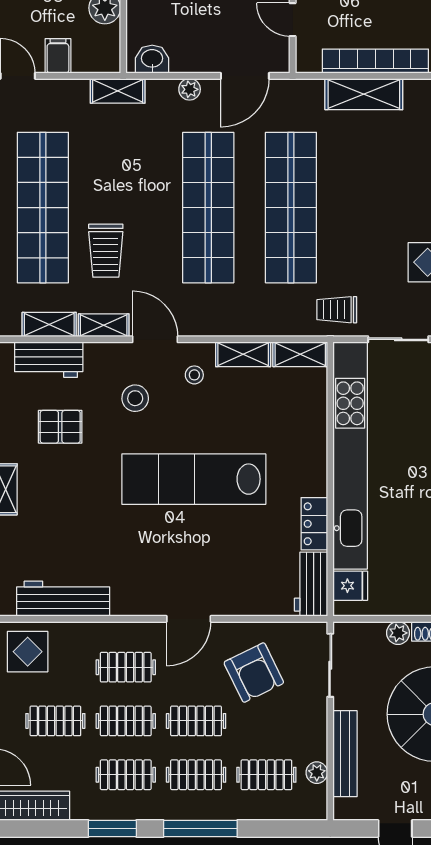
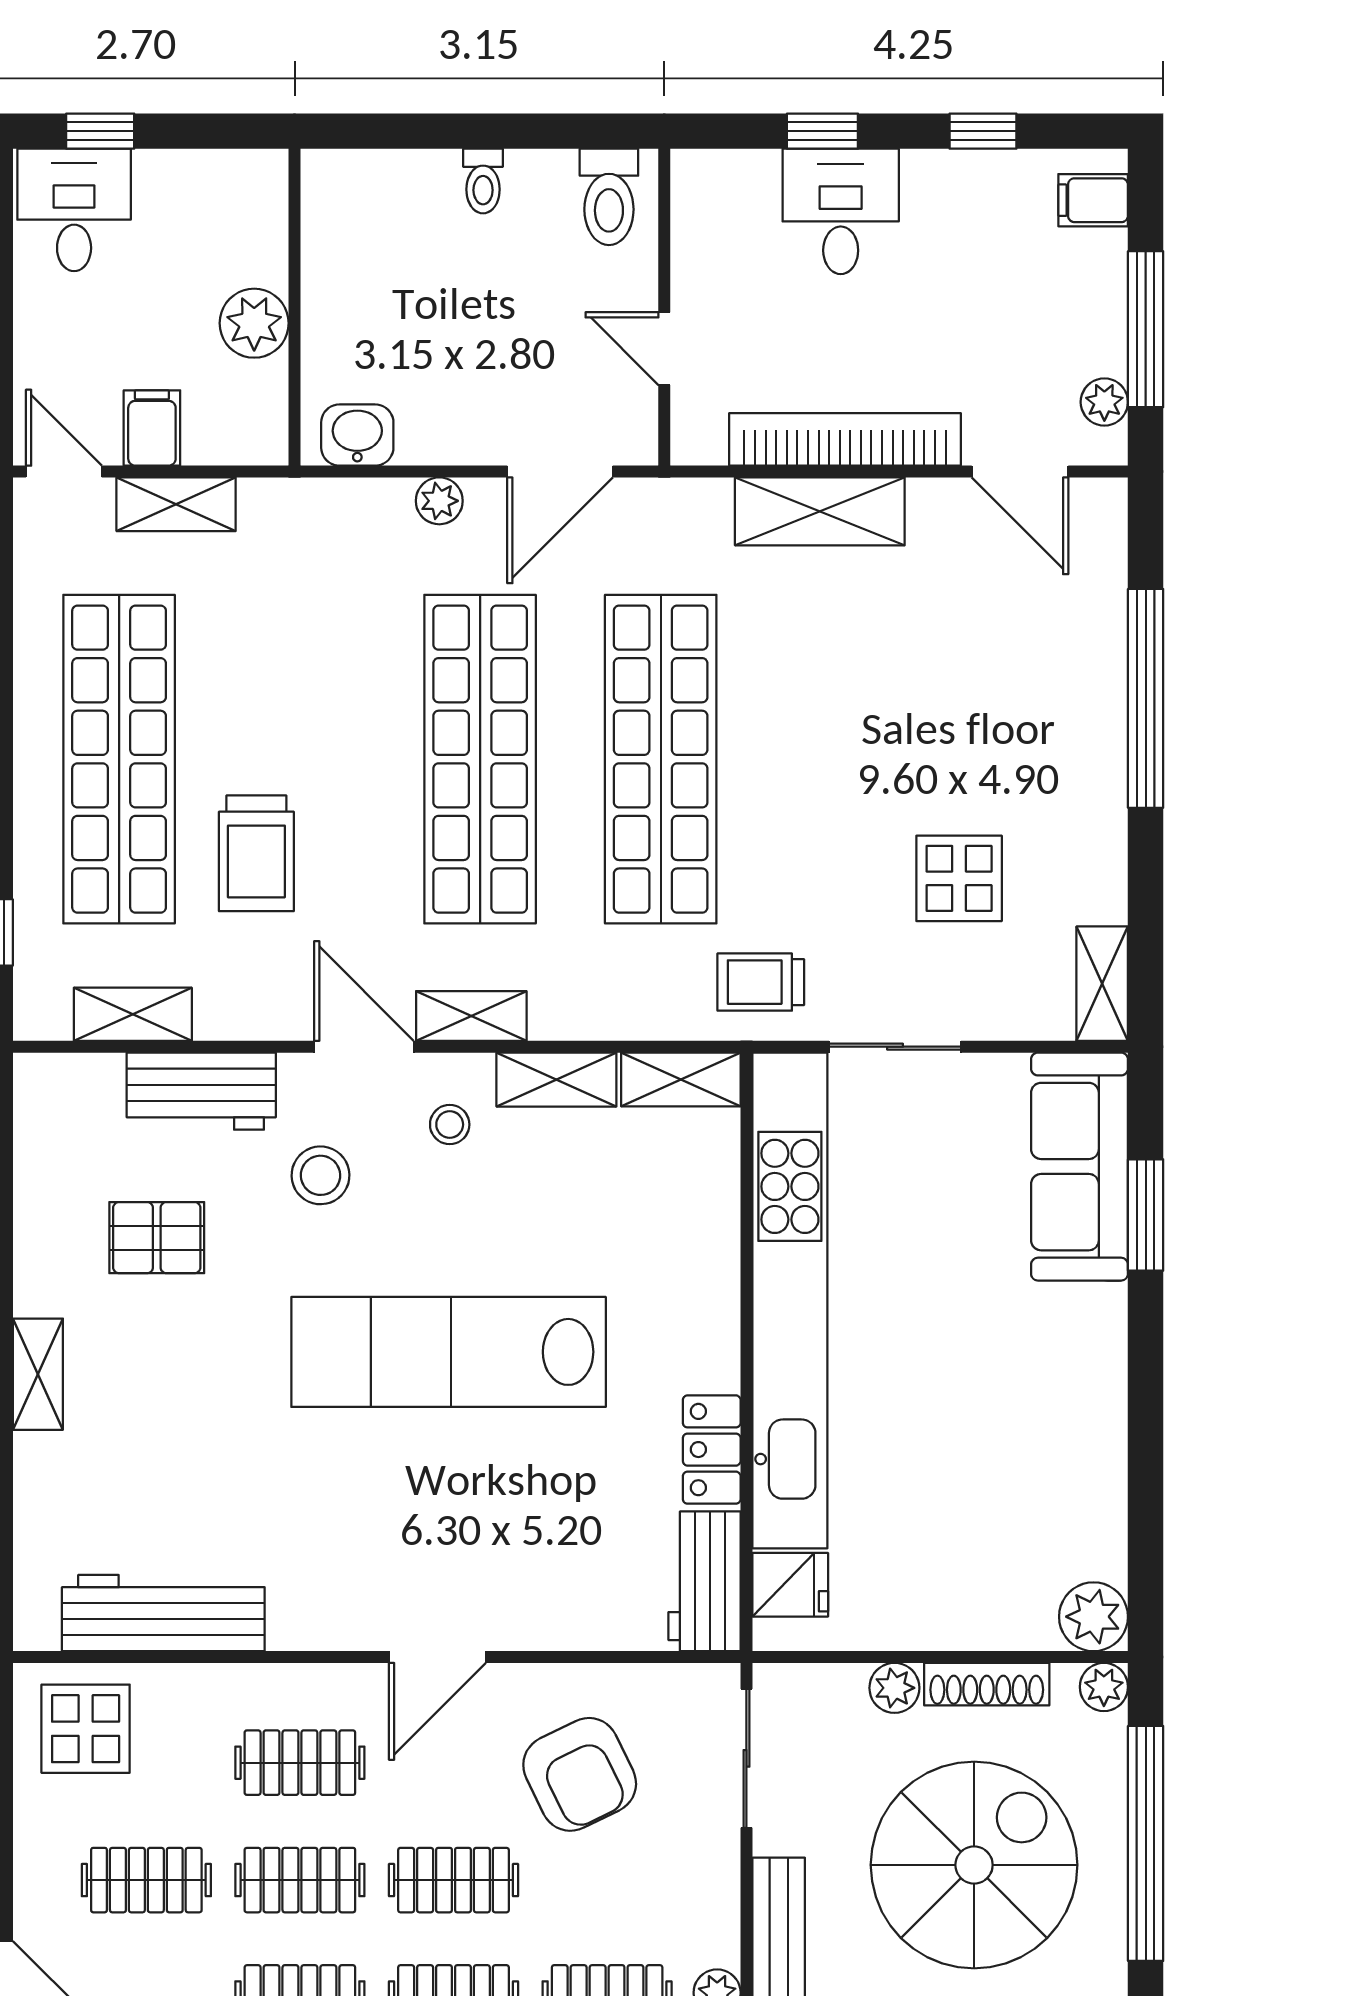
shelving: (118, 91) -> (176, 504), moved
shelving: (104, 325) -> (471, 1016), moved
workbench: (49, 360) -> (201, 1091), moved

